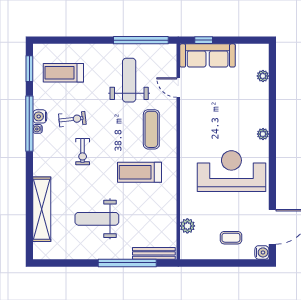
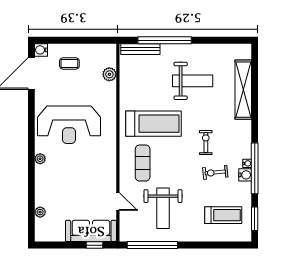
treadmill: (139, 172) -> (154, 124), width x1.37, depth x1.38

